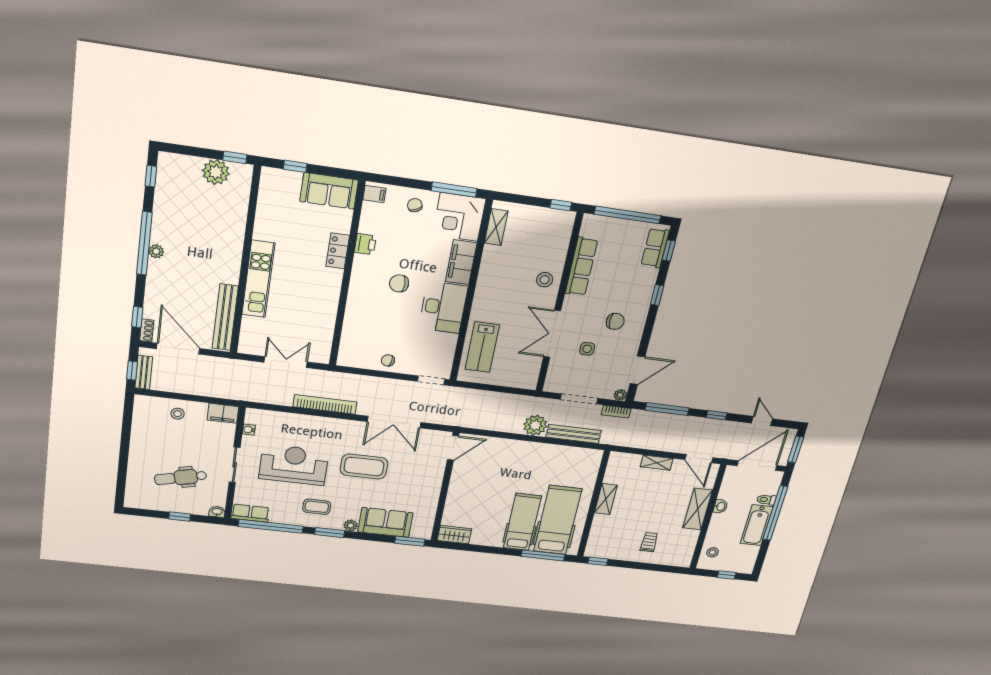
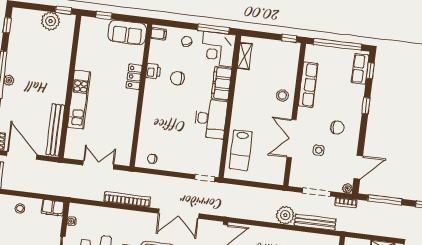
chair: (399, 283) -> (177, 78), moved
chair: (388, 360) -> (152, 159), moved

